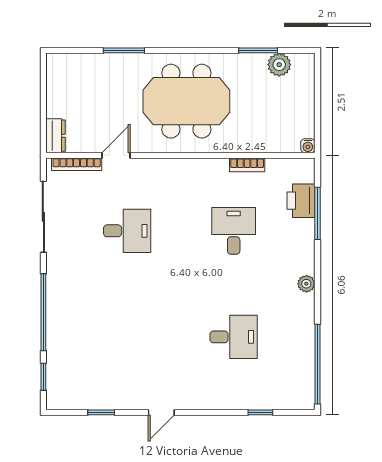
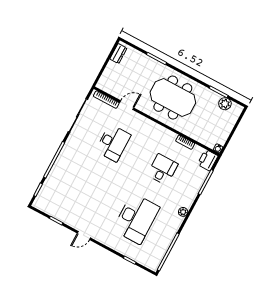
dresser: (56, 136) -> (118, 54), moved
printer: (301, 201) -> (208, 160), moved
desk: (127, 231) -> (113, 143), width x1.37
desk: (234, 337) -> (136, 219), width x1.87, depth x1.30

